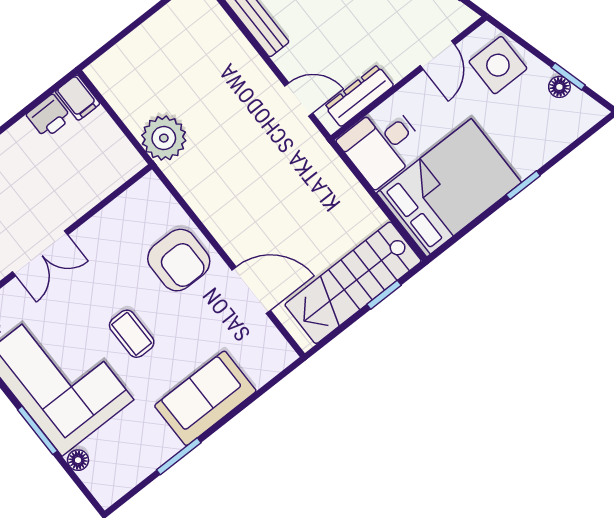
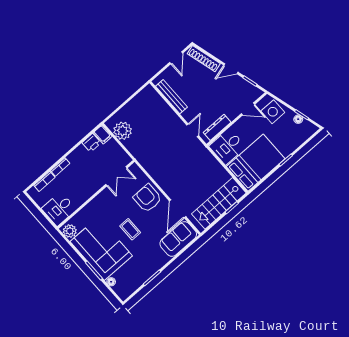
door: (437, 55) -> (248, 109), hinge flipped
door: (299, 100) -> (193, 130), hinge flipped
plant: (164, 138) -> (123, 131), moved
double door: (40, 253) -> (116, 176), moved
armchair: (179, 260) -> (148, 198), turned 180
door: (251, 290) -> (178, 209), swing flipped
sofa: (205, 398) -> (178, 239), moved

